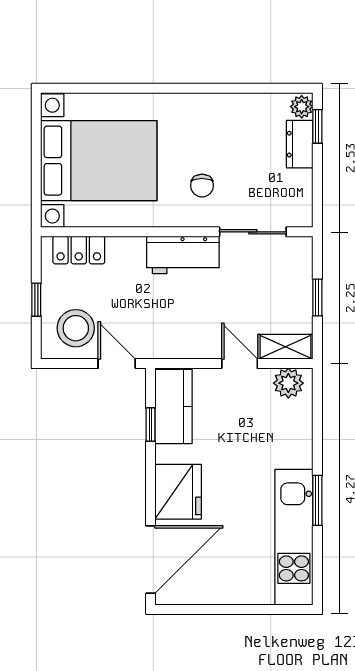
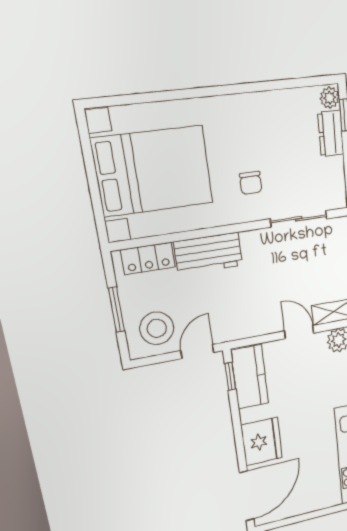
workbench: (183, 255) -> (208, 254), moved
window: (36, 300) -> (116, 310), width x1.50
door: (117, 364) -> (197, 352), hinge flipped
window: (151, 425) -> (230, 376), moved

